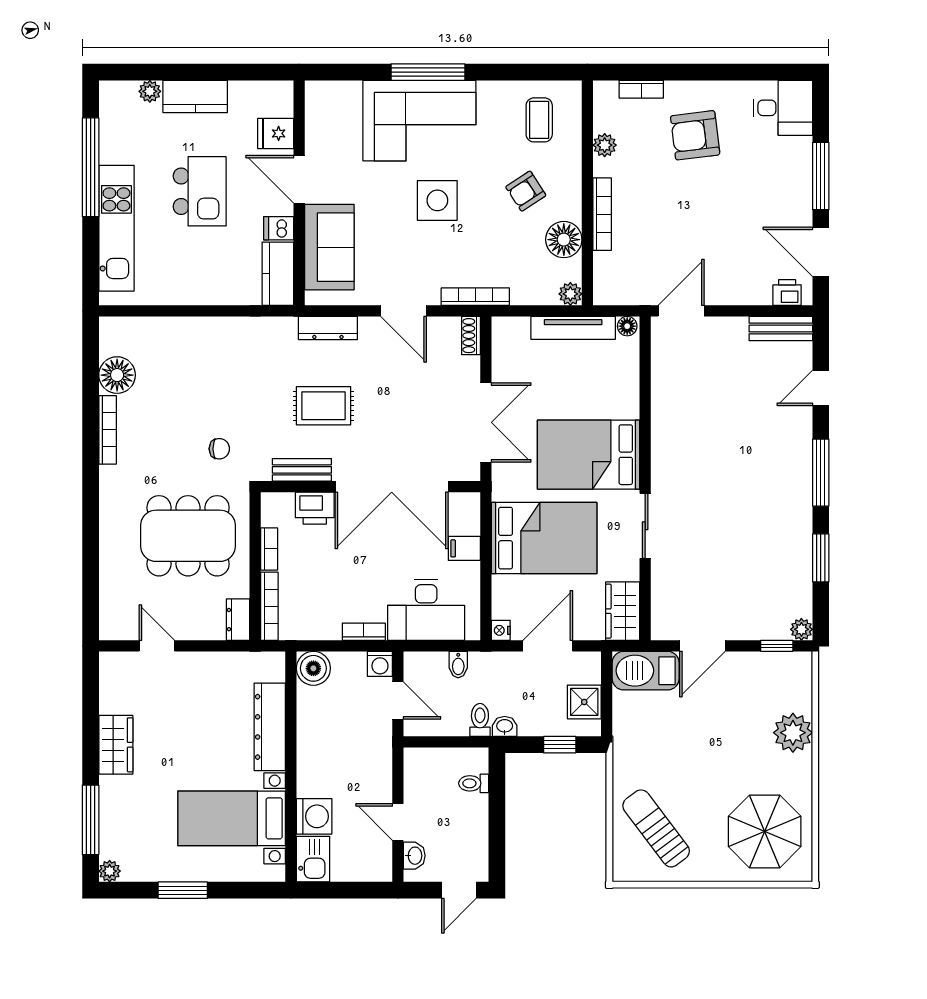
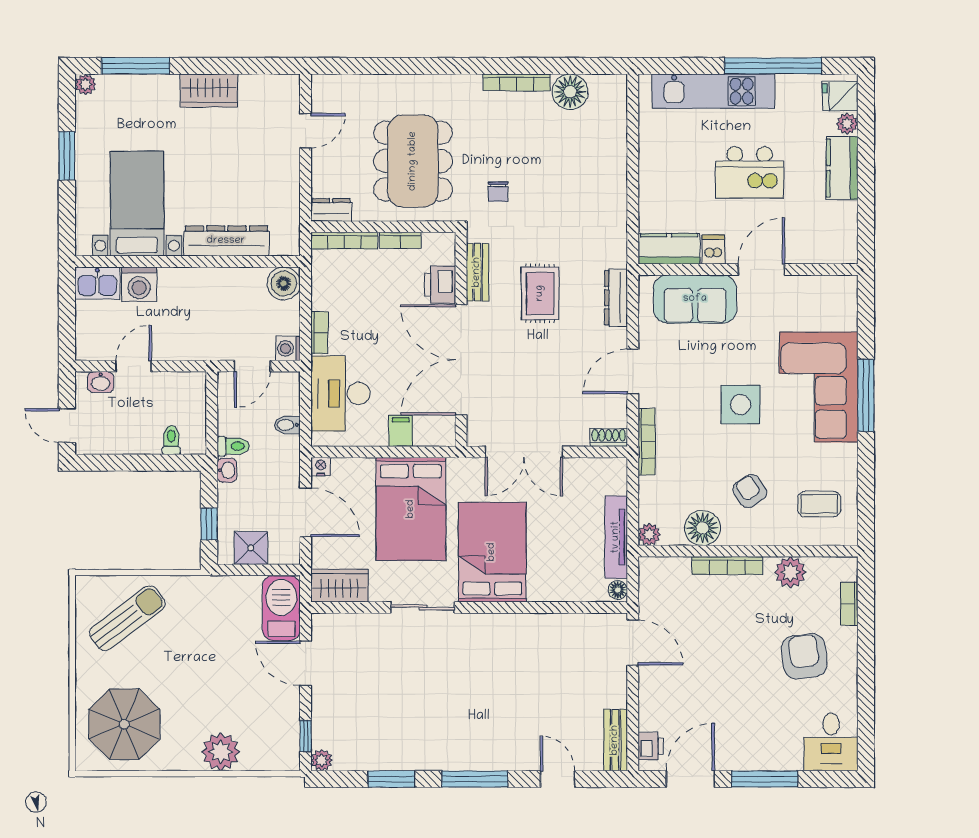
fridge: (276, 133) -> (840, 96), moved, turned -90
plant: (605, 145) -> (790, 572), width x1.38, depth x1.38

